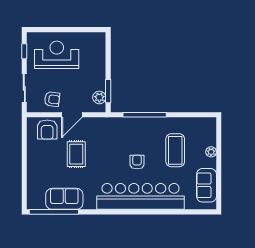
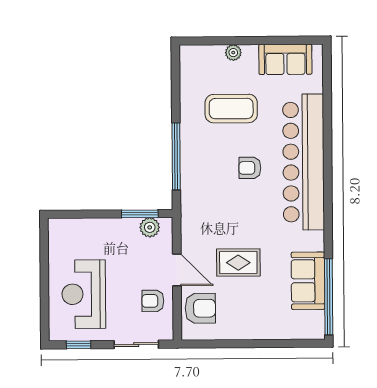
armchair: (52, 99) -> (153, 301), turned -97

